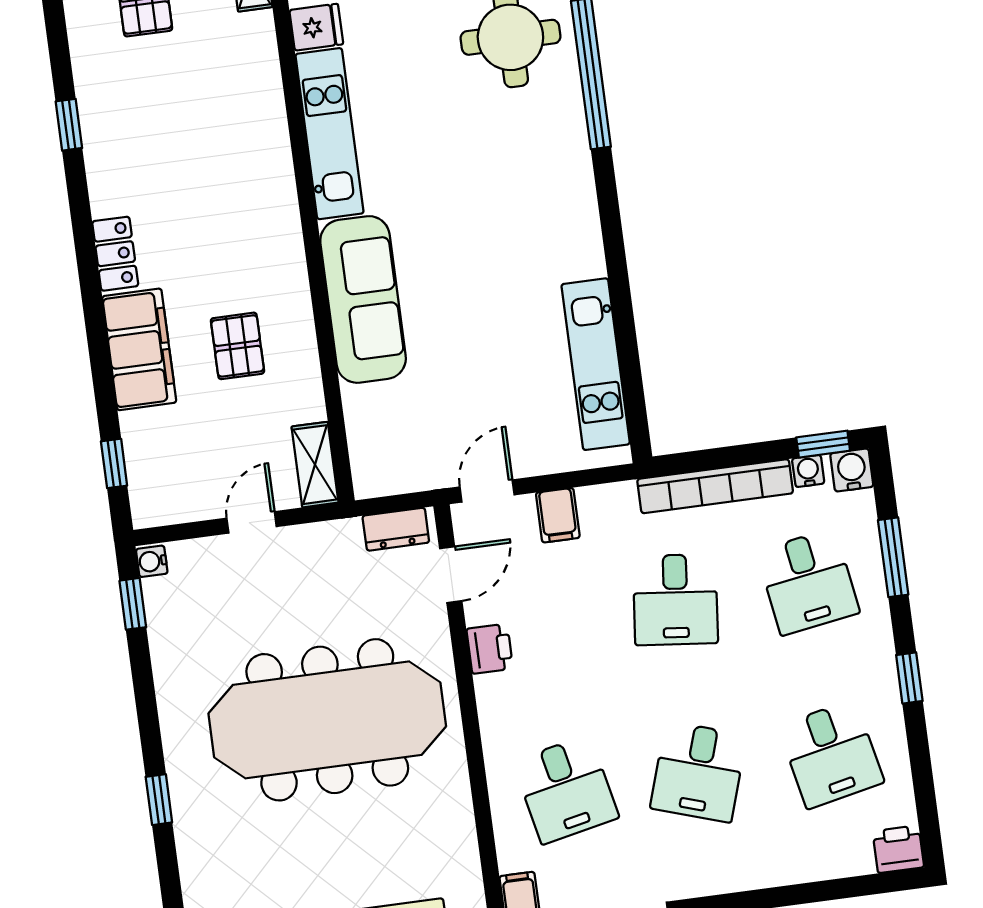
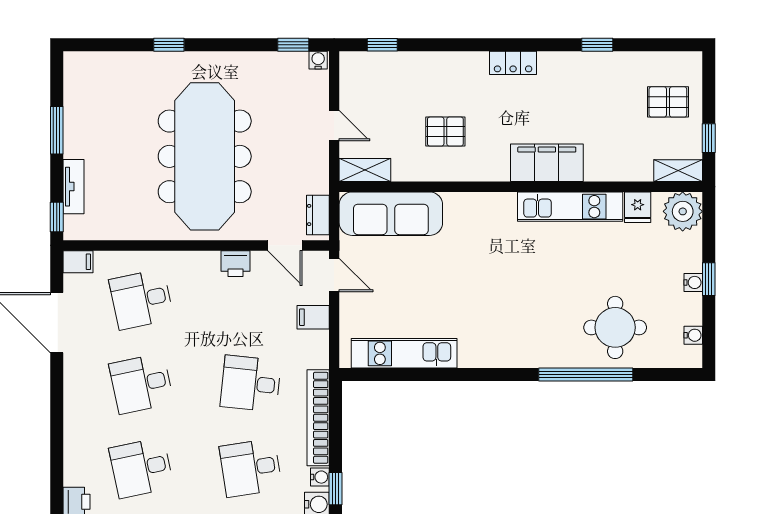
sofa: (363, 299) -> (391, 214), moved
filing cabinet: (139, 349) -> (547, 163), moved, turned 180
desk: (698, 772) -> (141, 384), turned -30

